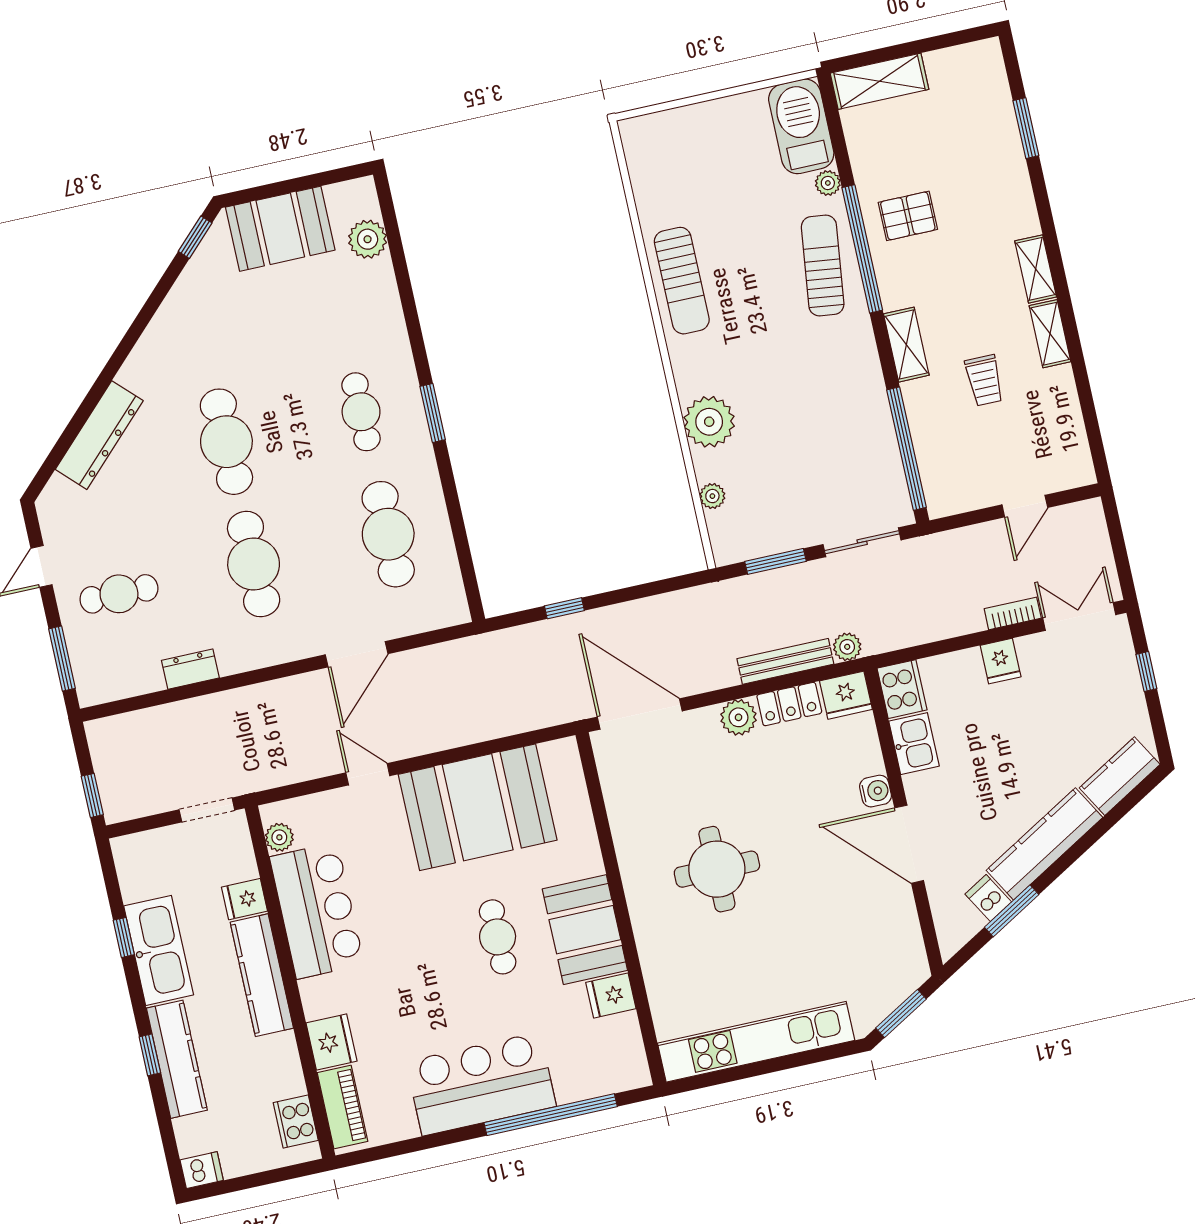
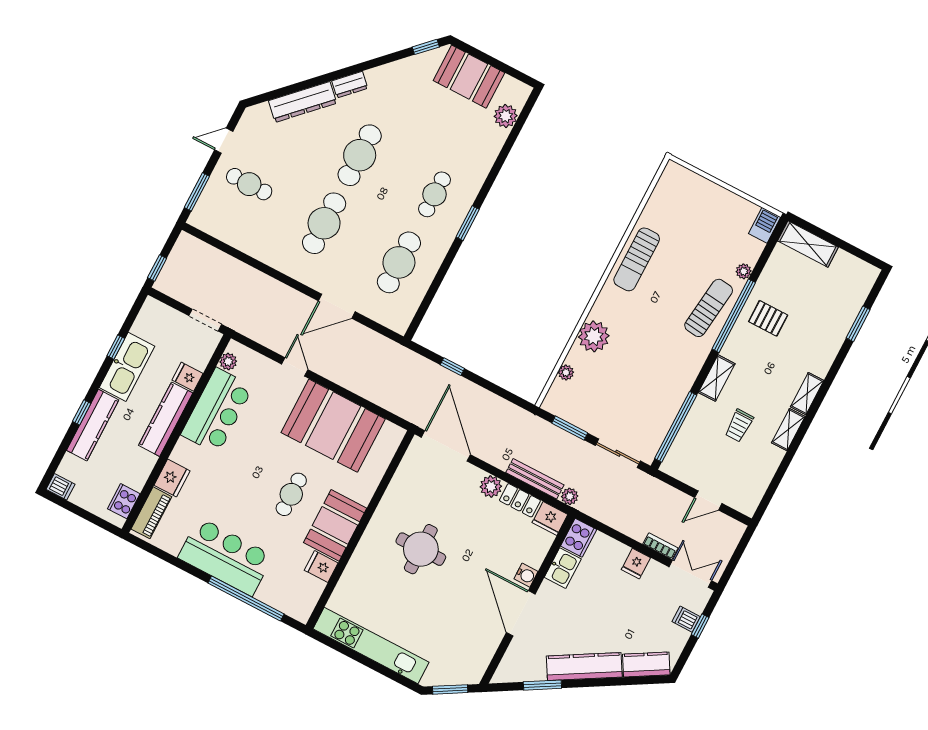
barbecue: (801, 126) -> (765, 225), width x0.53, depth x0.65
dresser: (190, 669) -> (350, 85), moved, turned 135
dishwasher: (988, 898) -> (686, 619), moved, turned -60

